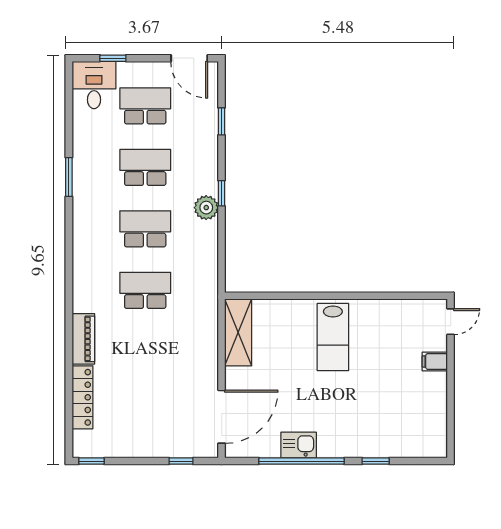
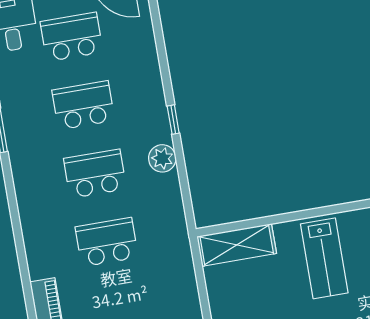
window: (222, 121) -> (159, 40), removed
plant: (206, 208) -> (162, 158), moved
shelving: (238, 332) -> (237, 245), moved, turned 90

